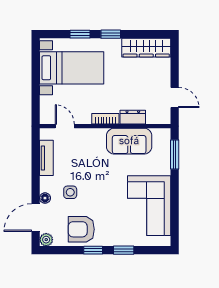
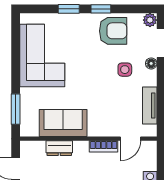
bookcase: (105, 119) -> (104, 146), moved
door: (65, 126) -> (130, 139), hinge flipped

